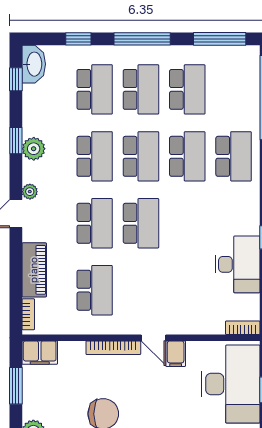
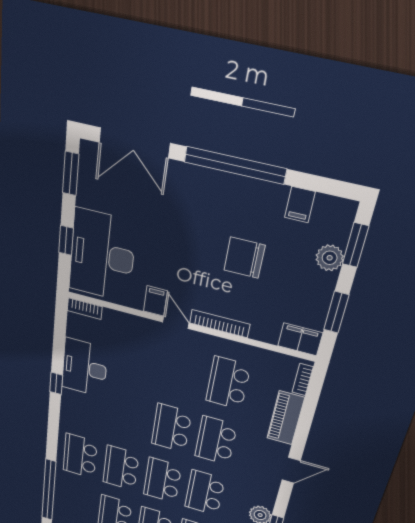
plant: (30, 192) -> (273, 484), removed

